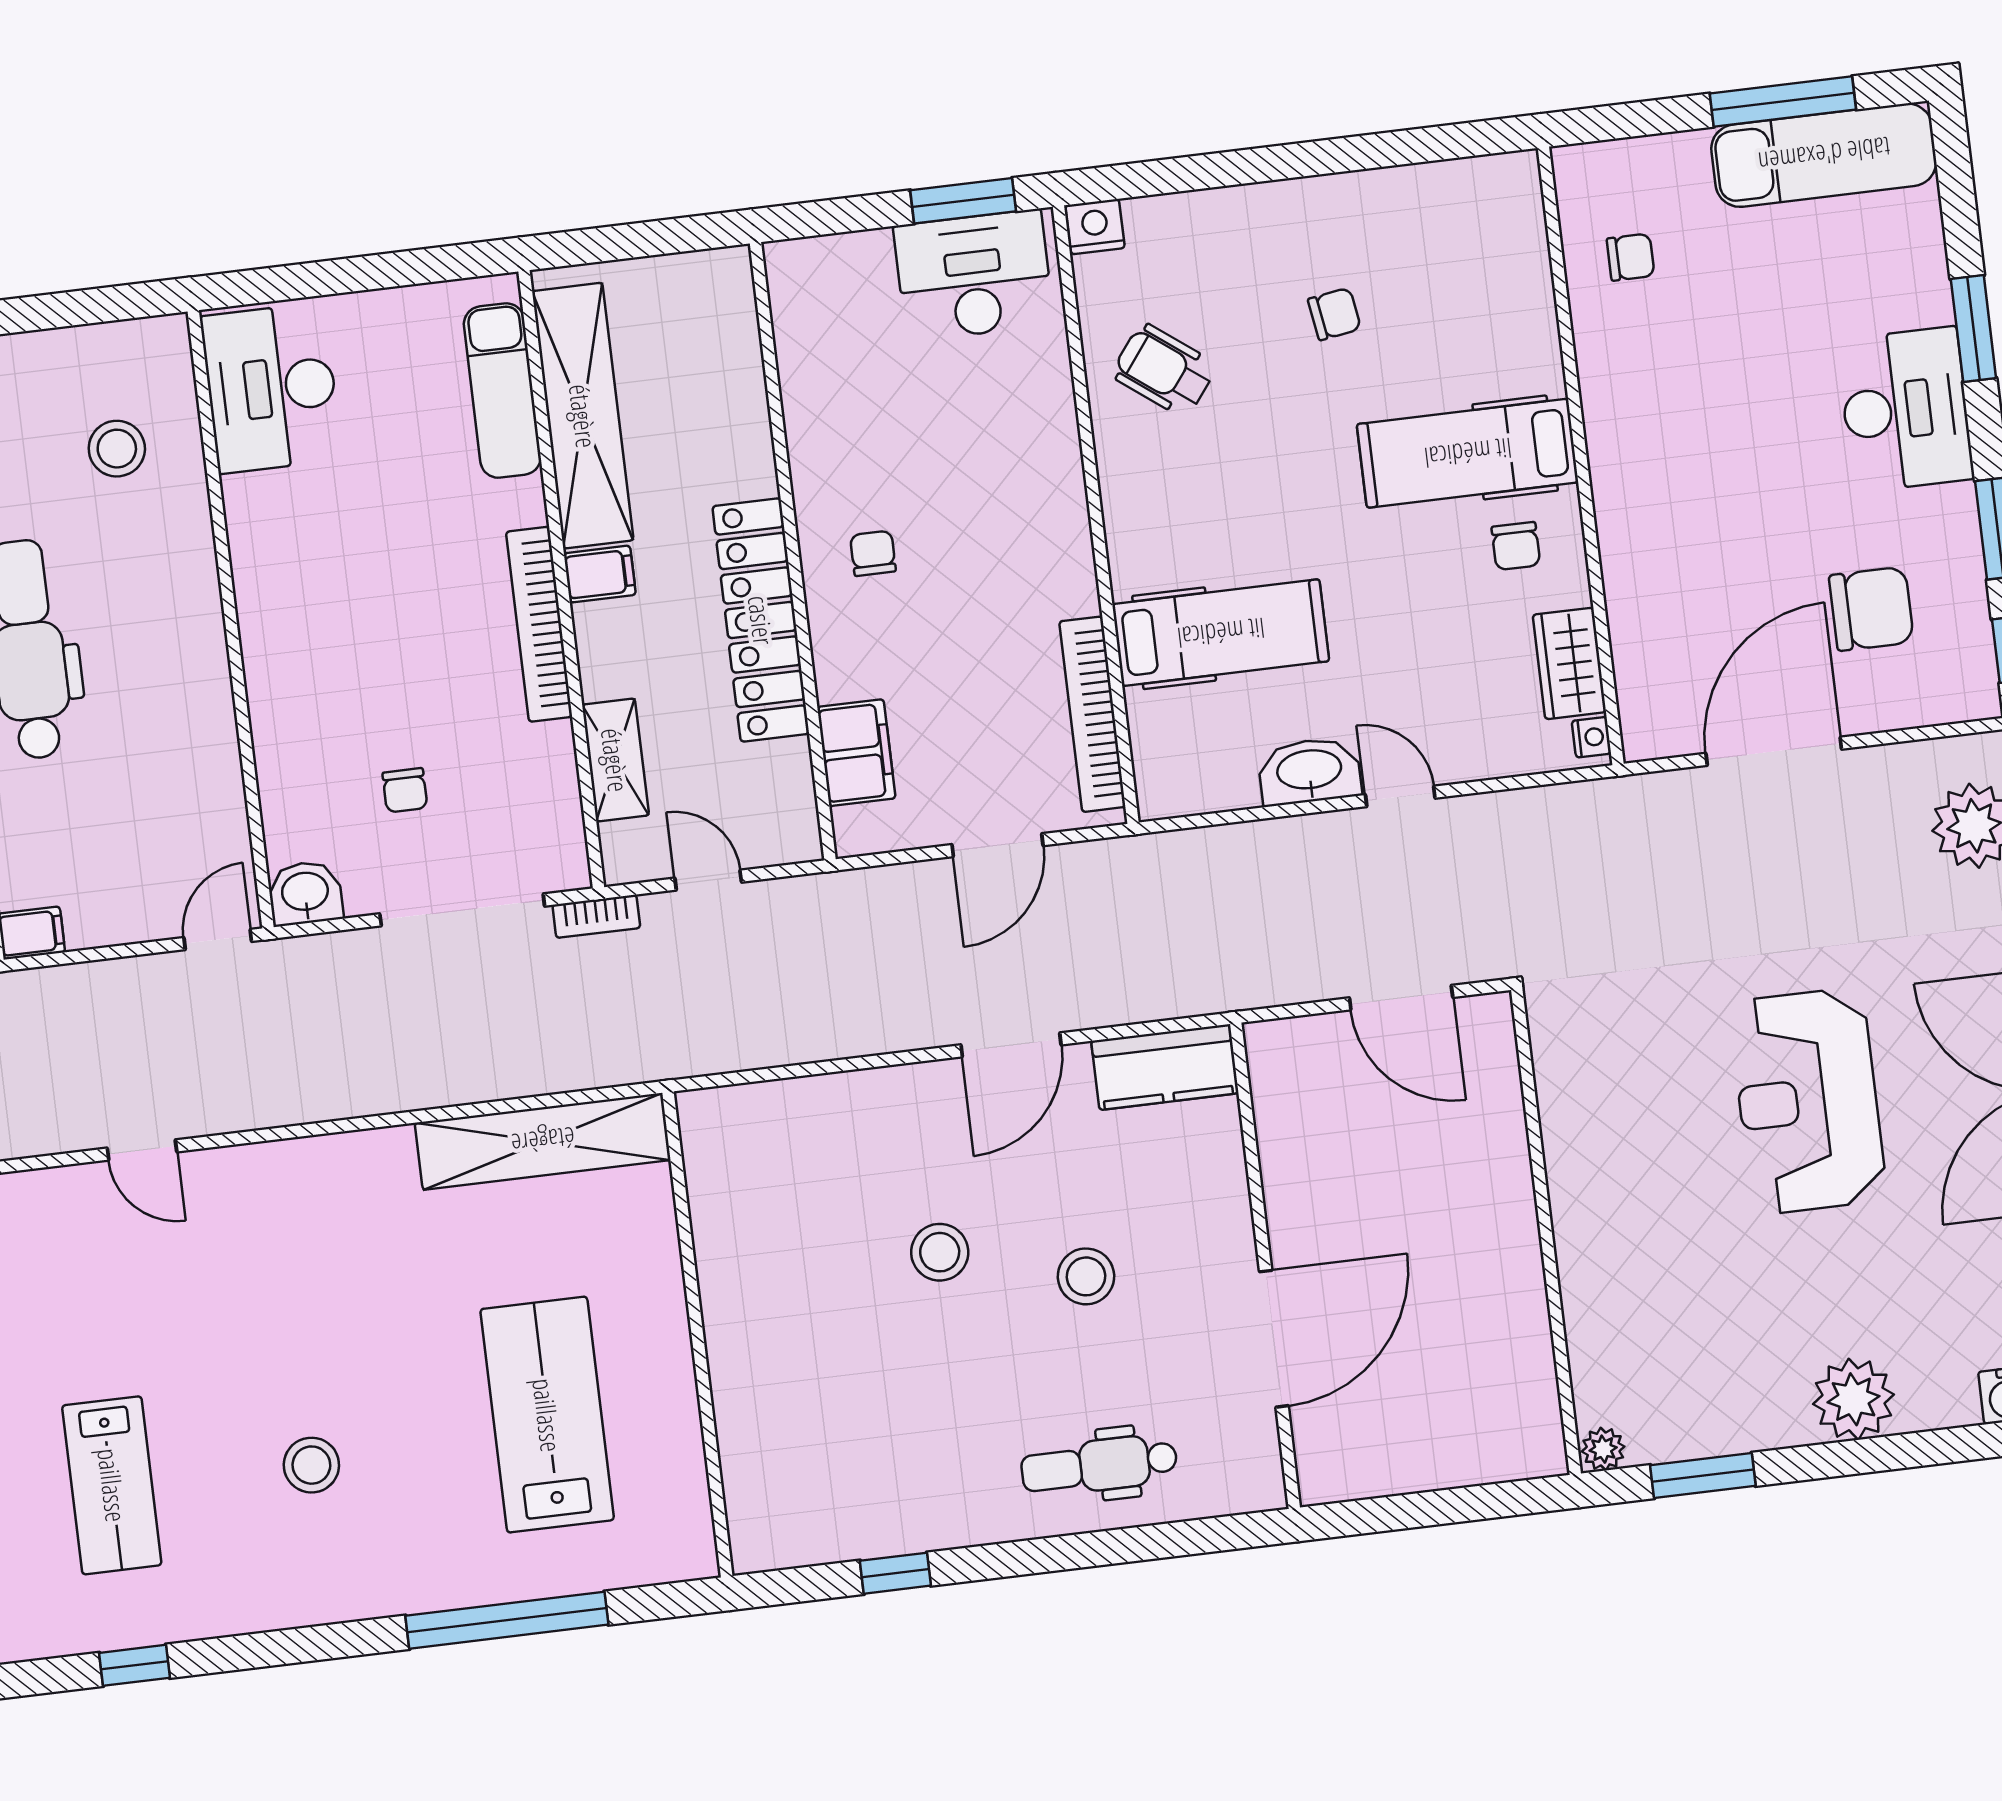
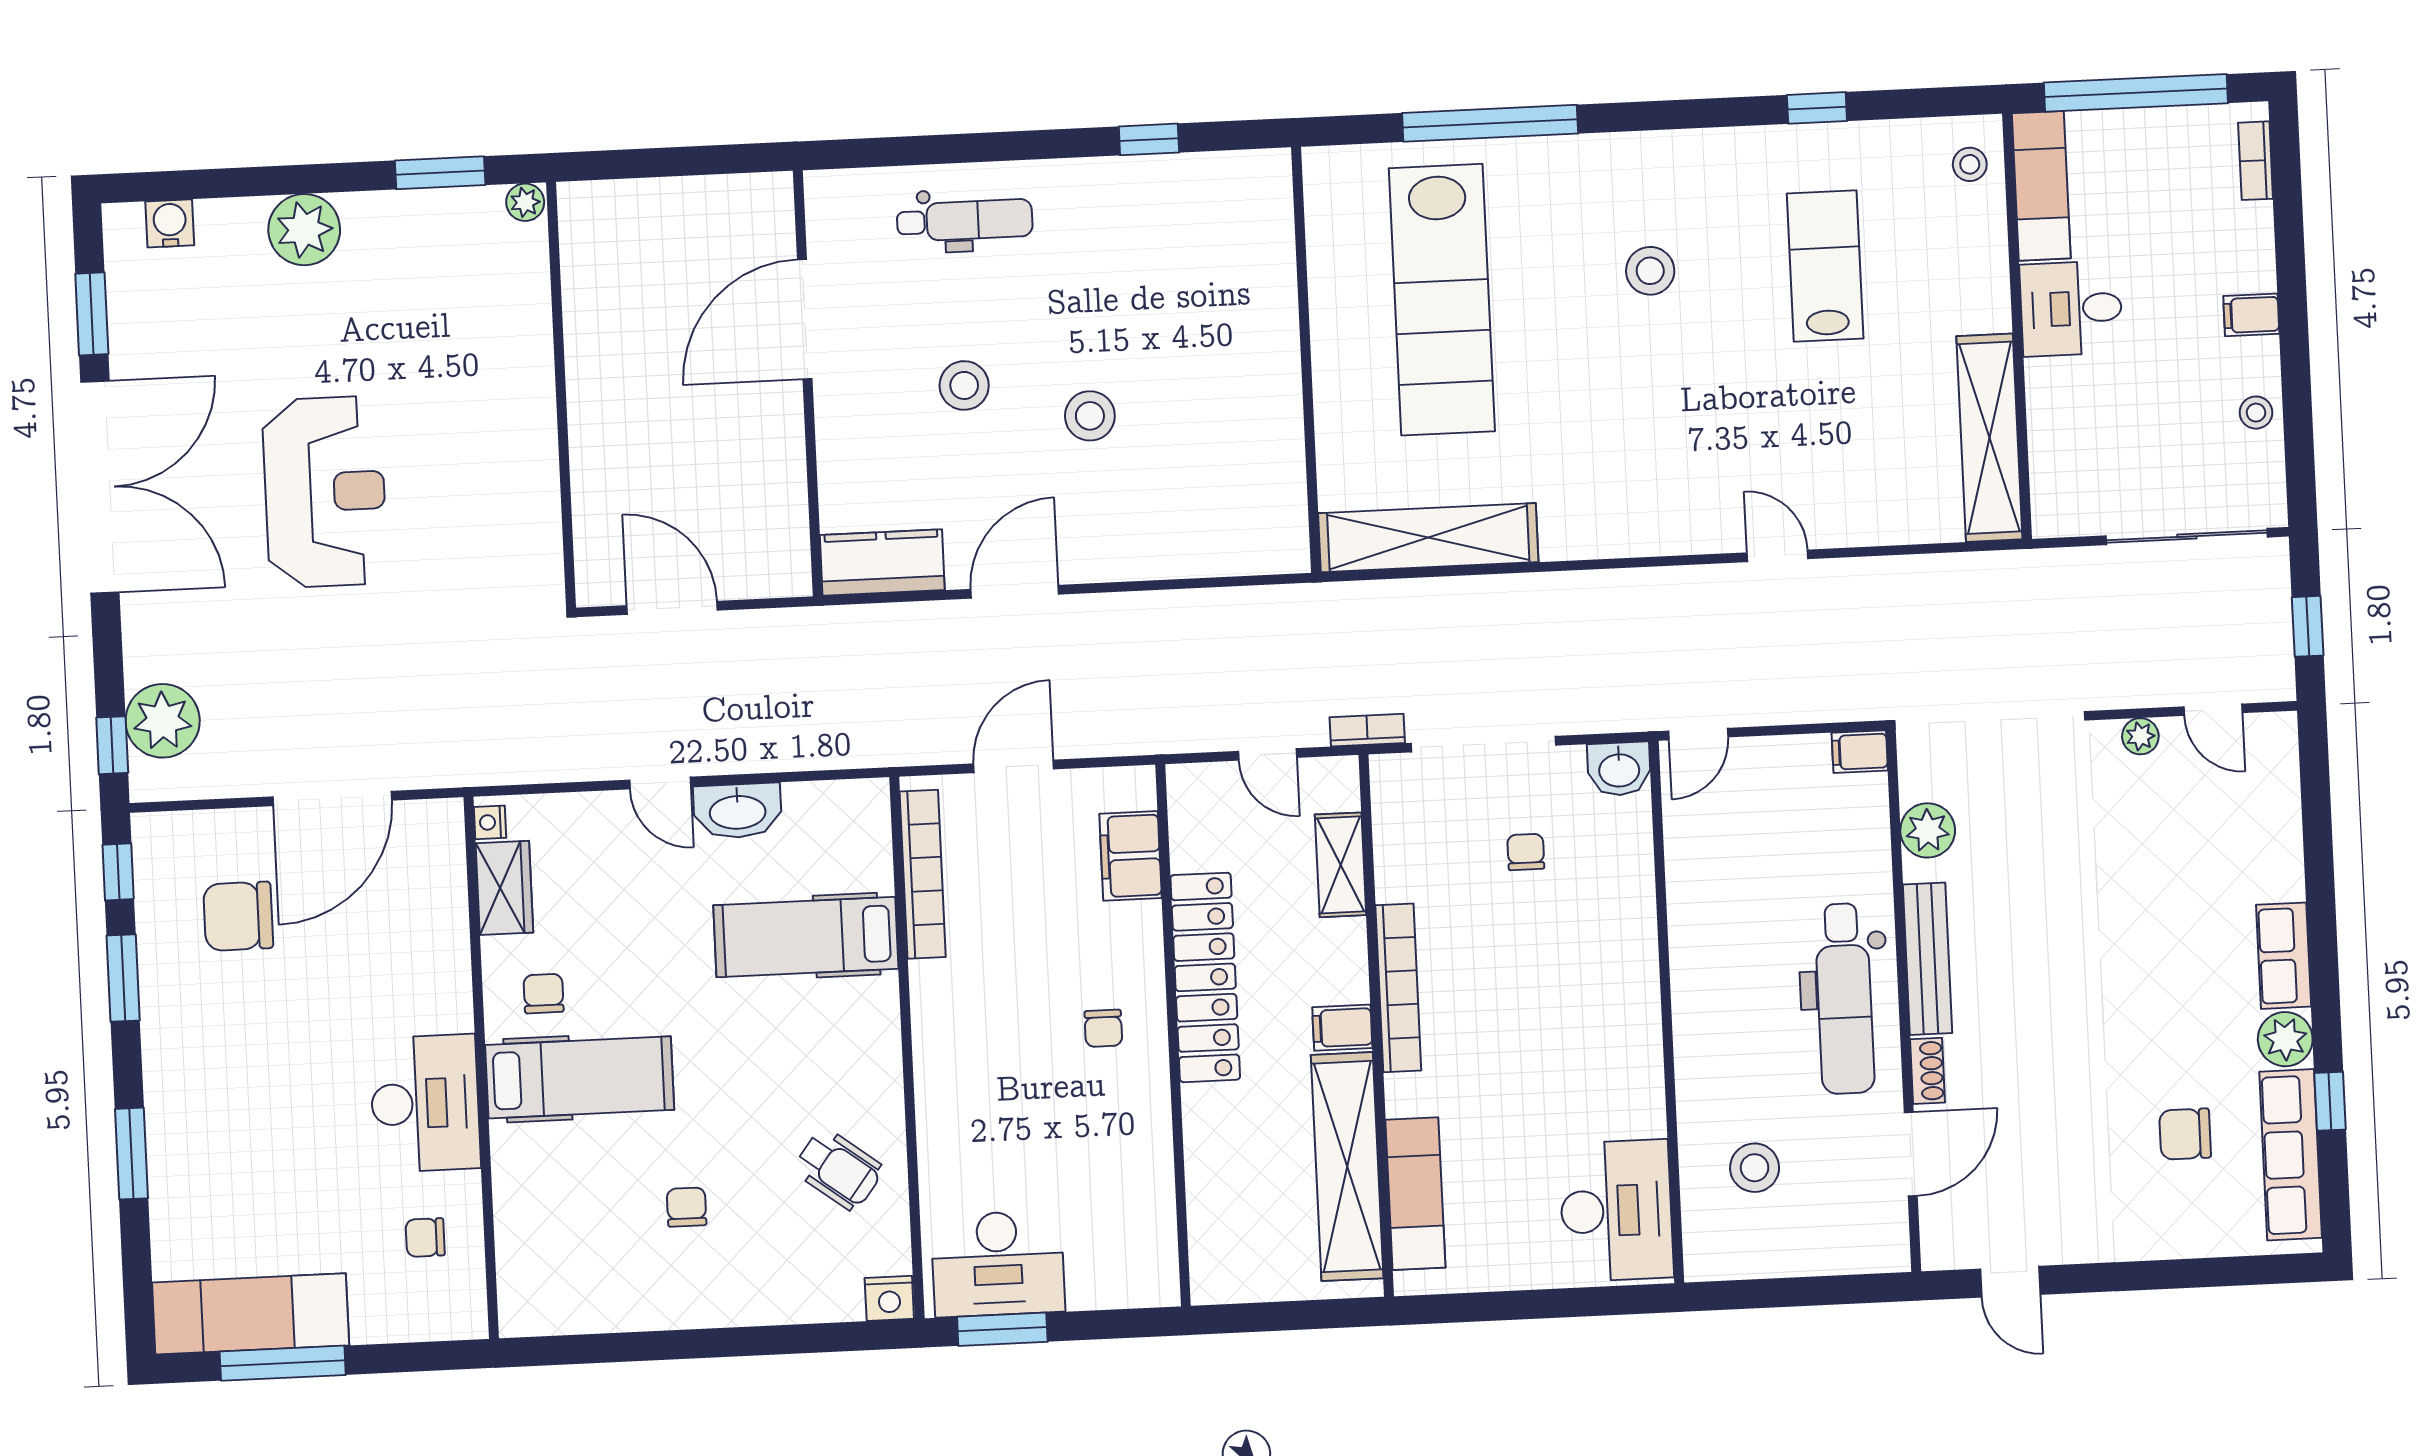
chair: (1334, 314) -> (687, 1207), turned 99
desk: (1905, 409) -> (425, 1103), moved, turned 180
lab bench: (547, 1415) -> (1442, 300), width x1.36

